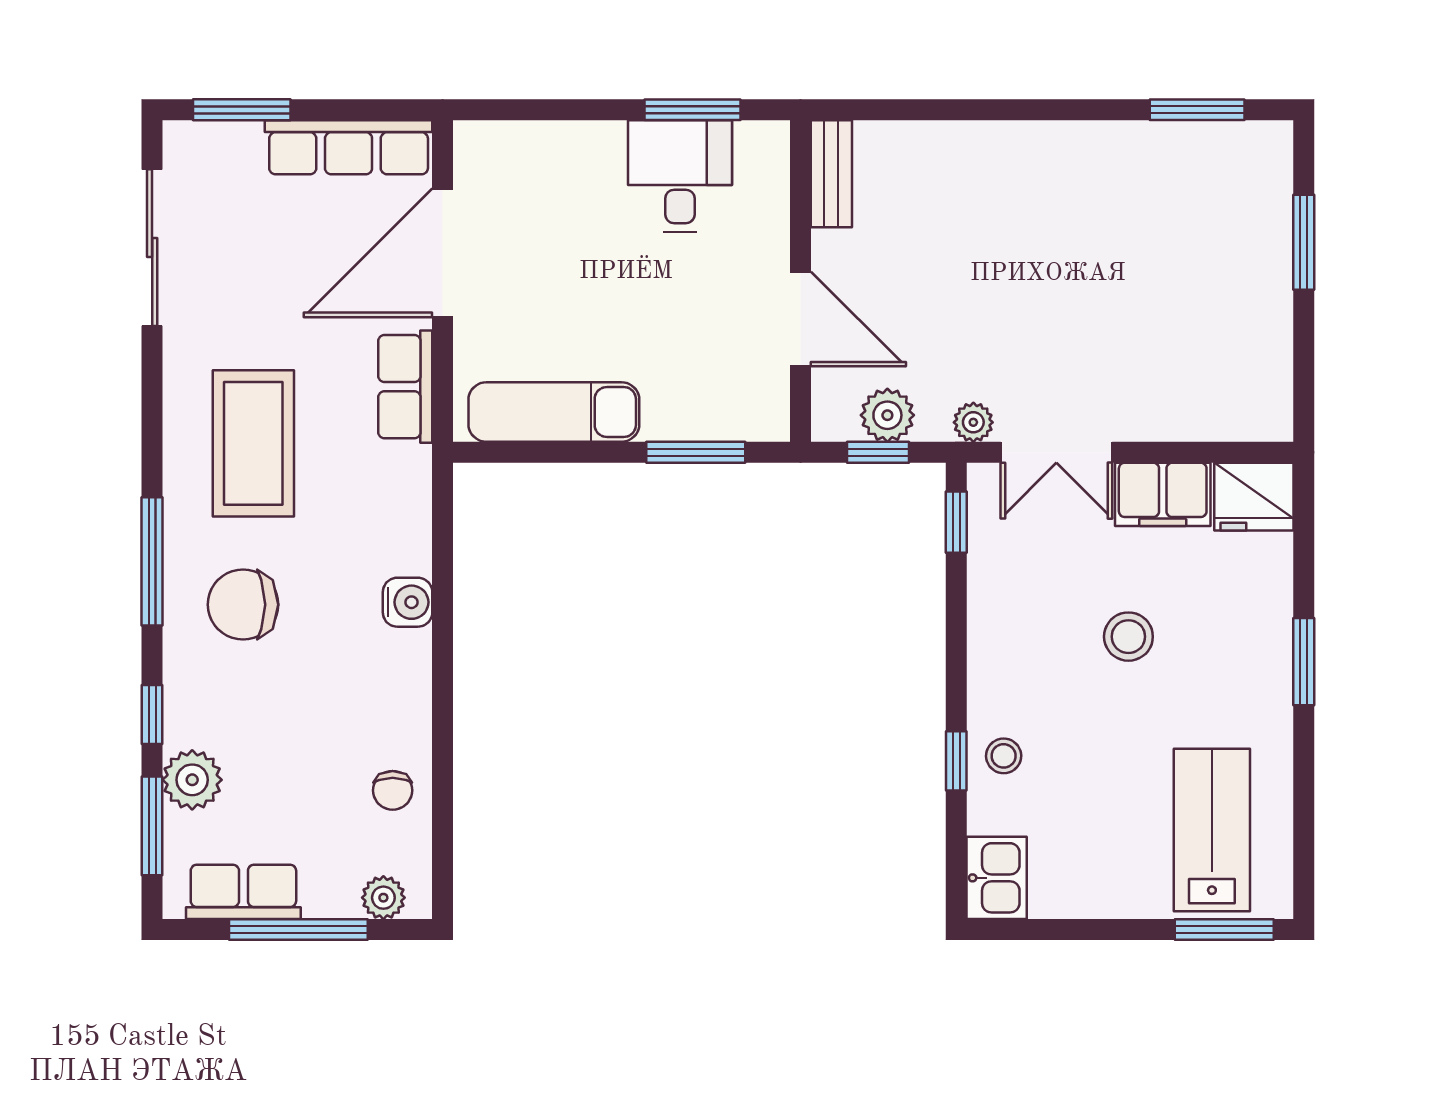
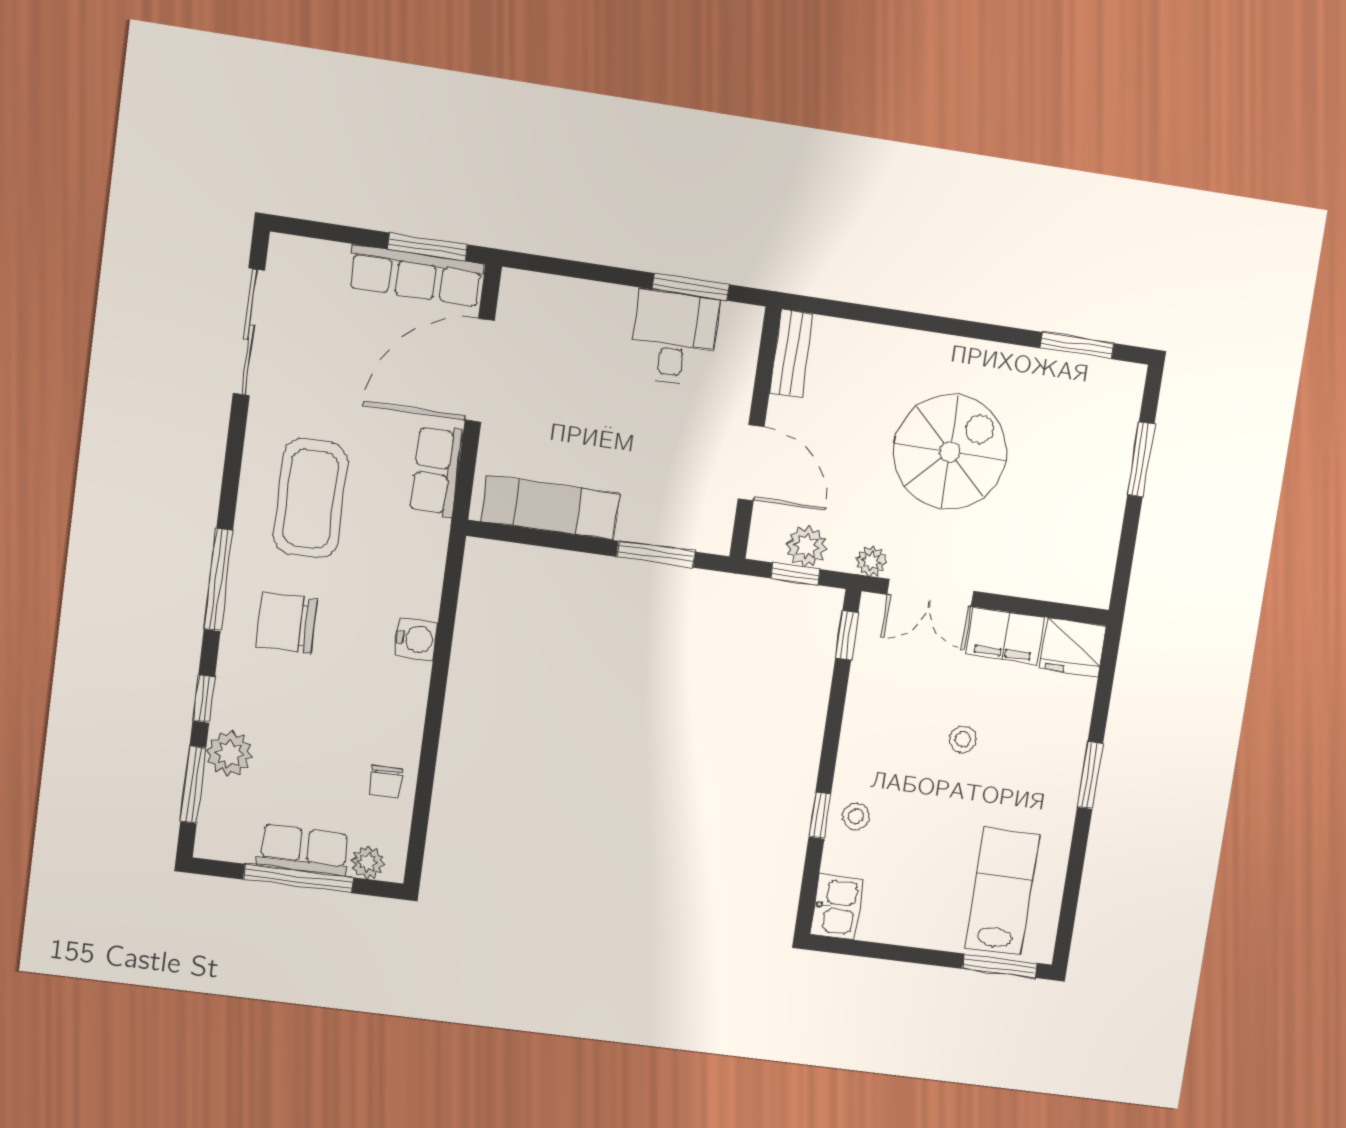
window: (242, 110) -> (428, 247), moved
spiral stairs: (1053, 268) -> (950, 452), added
stool: (1128, 637) -> (963, 739), width x0.73, depth x0.73
row of seats: (243, 892) -> (304, 850), moved

